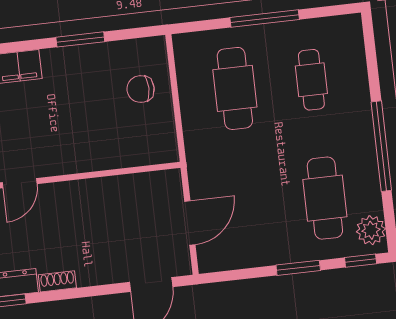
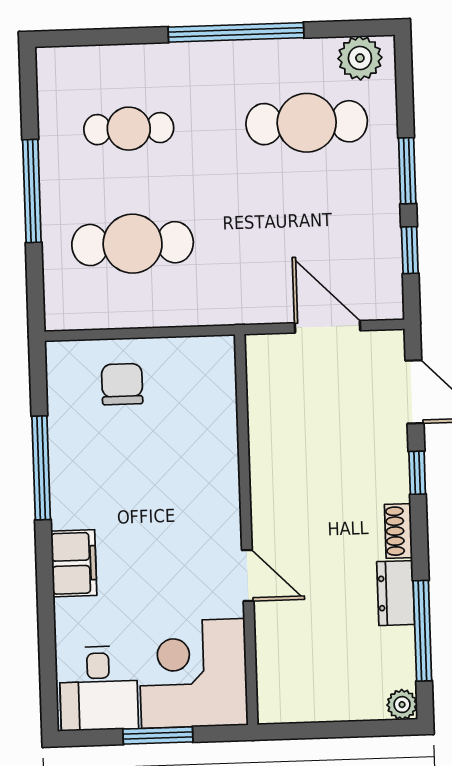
window: (80, 39) -> (41, 468), width x1.44
chair: (141, 89) -> (122, 384), turned 180
window: (361, 261) -> (410, 250), moved
window: (97, 291) -> (417, 473), added

